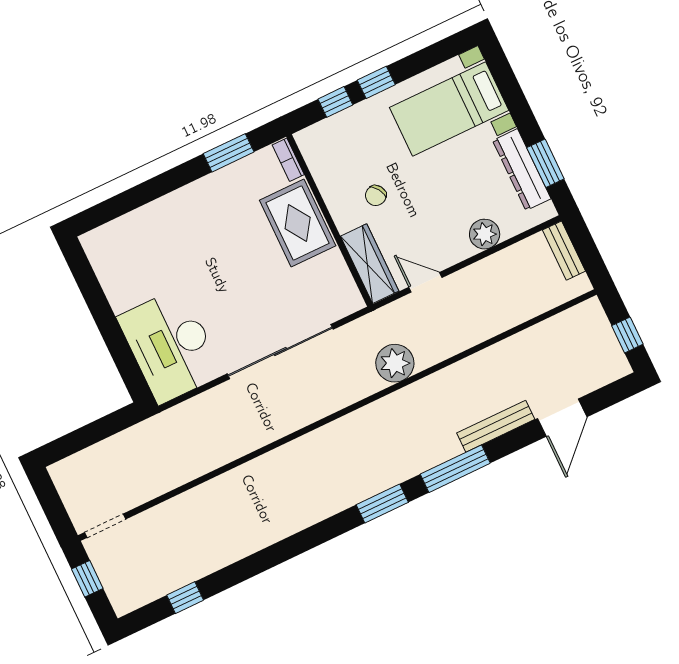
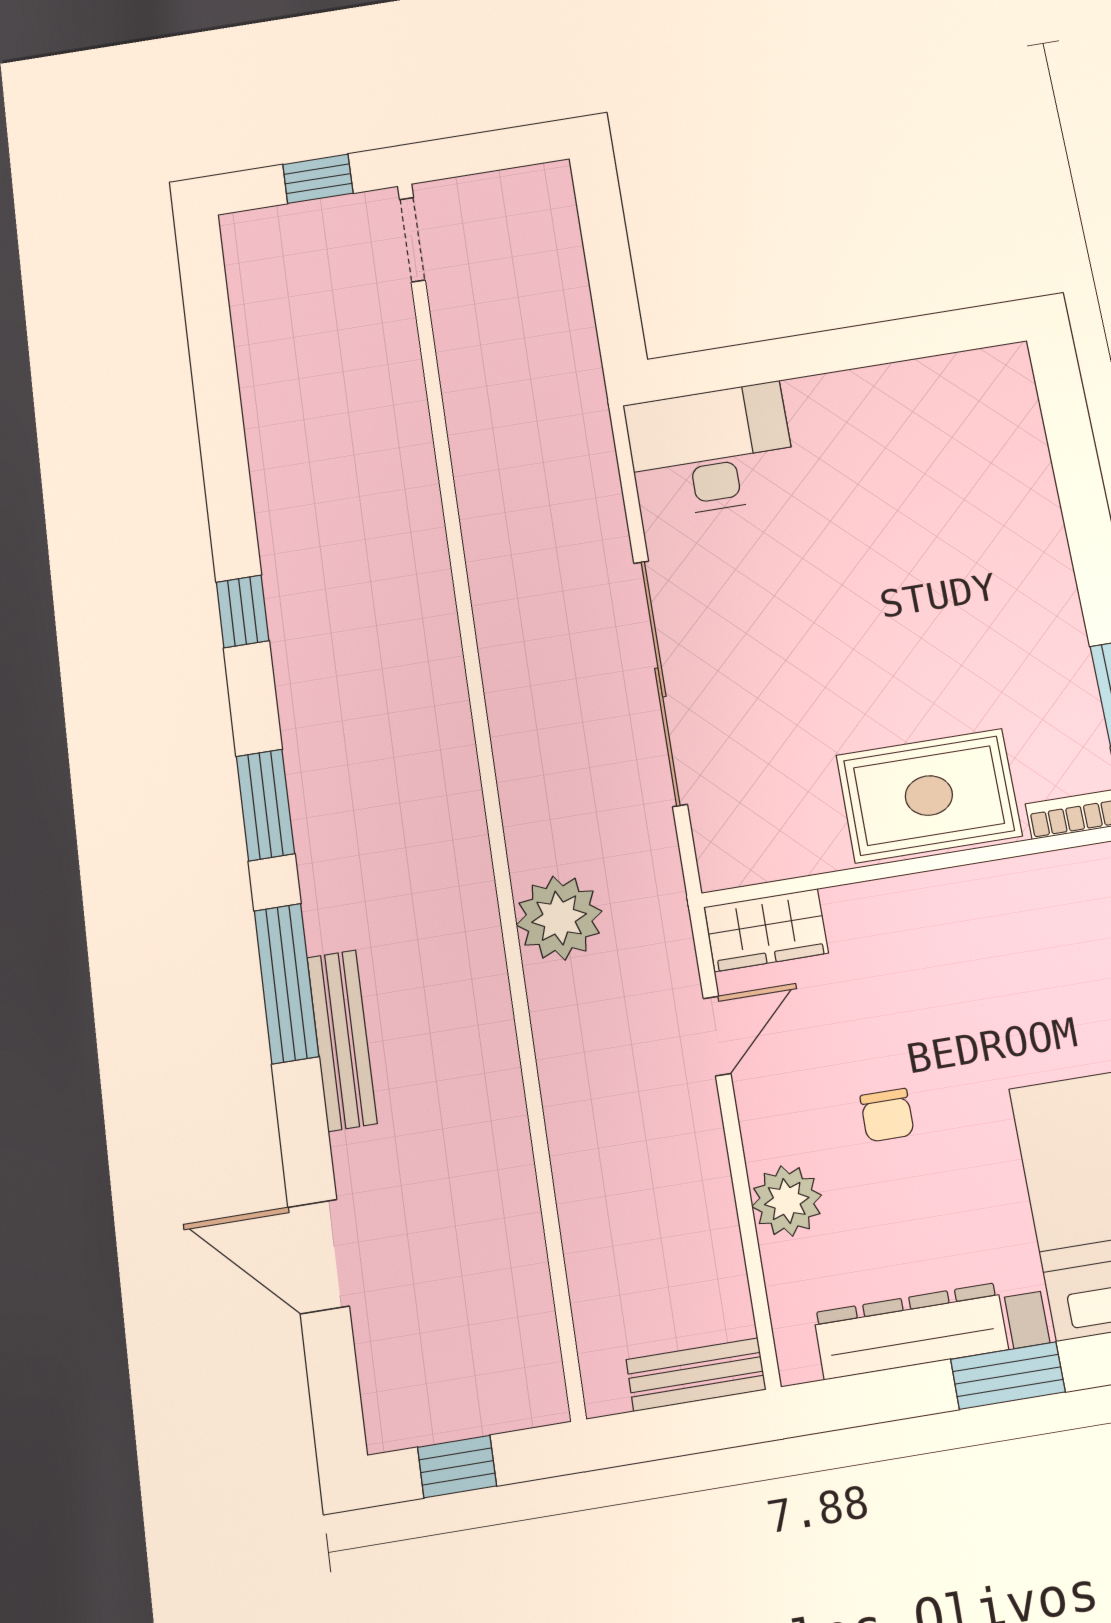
window: (545, 163) -> (1008, 1375), moved
chair: (376, 196) -> (887, 1115), moved, turned -148
wardrobe: (370, 264) -> (766, 930), width x0.67
desk: (170, 346) -> (711, 450), width x0.73, depth x0.77
bench: (496, 426) -> (342, 1040), moved
window: (185, 598) -> (243, 611), moved

